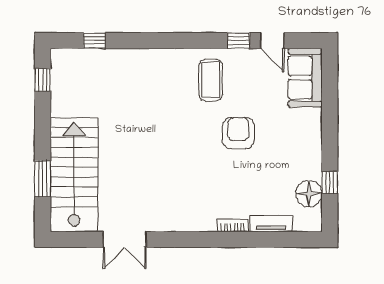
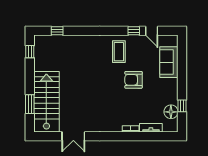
sofa: (305, 78) -> (169, 62), moved
armchair: (238, 133) -> (133, 80), turned -90

